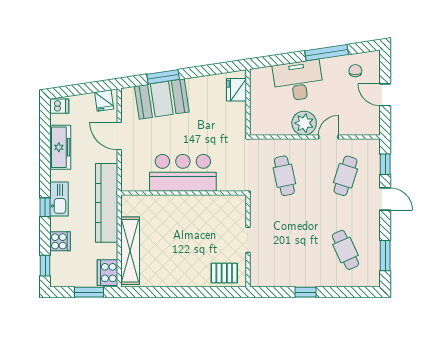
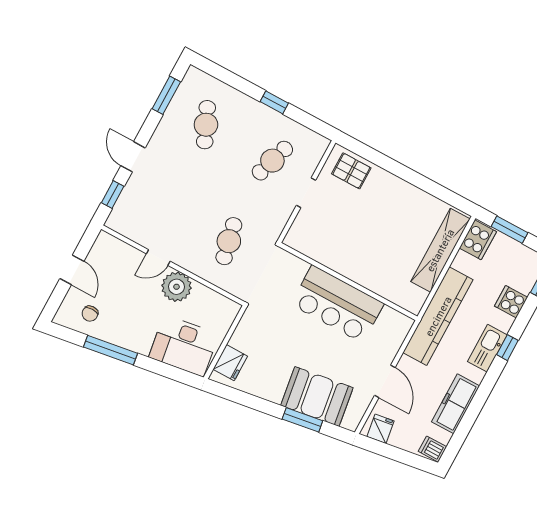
desk: (298, 81) -> (184, 346), moved
cafe table: (346, 176) -> (272, 161), moved

